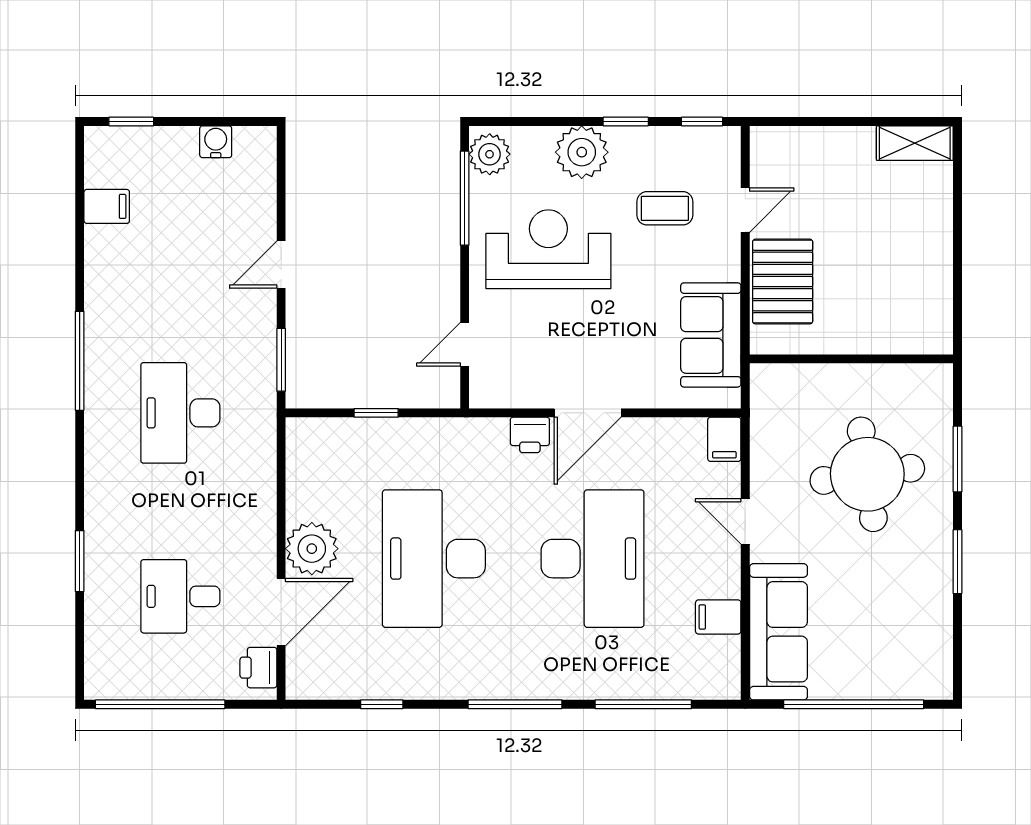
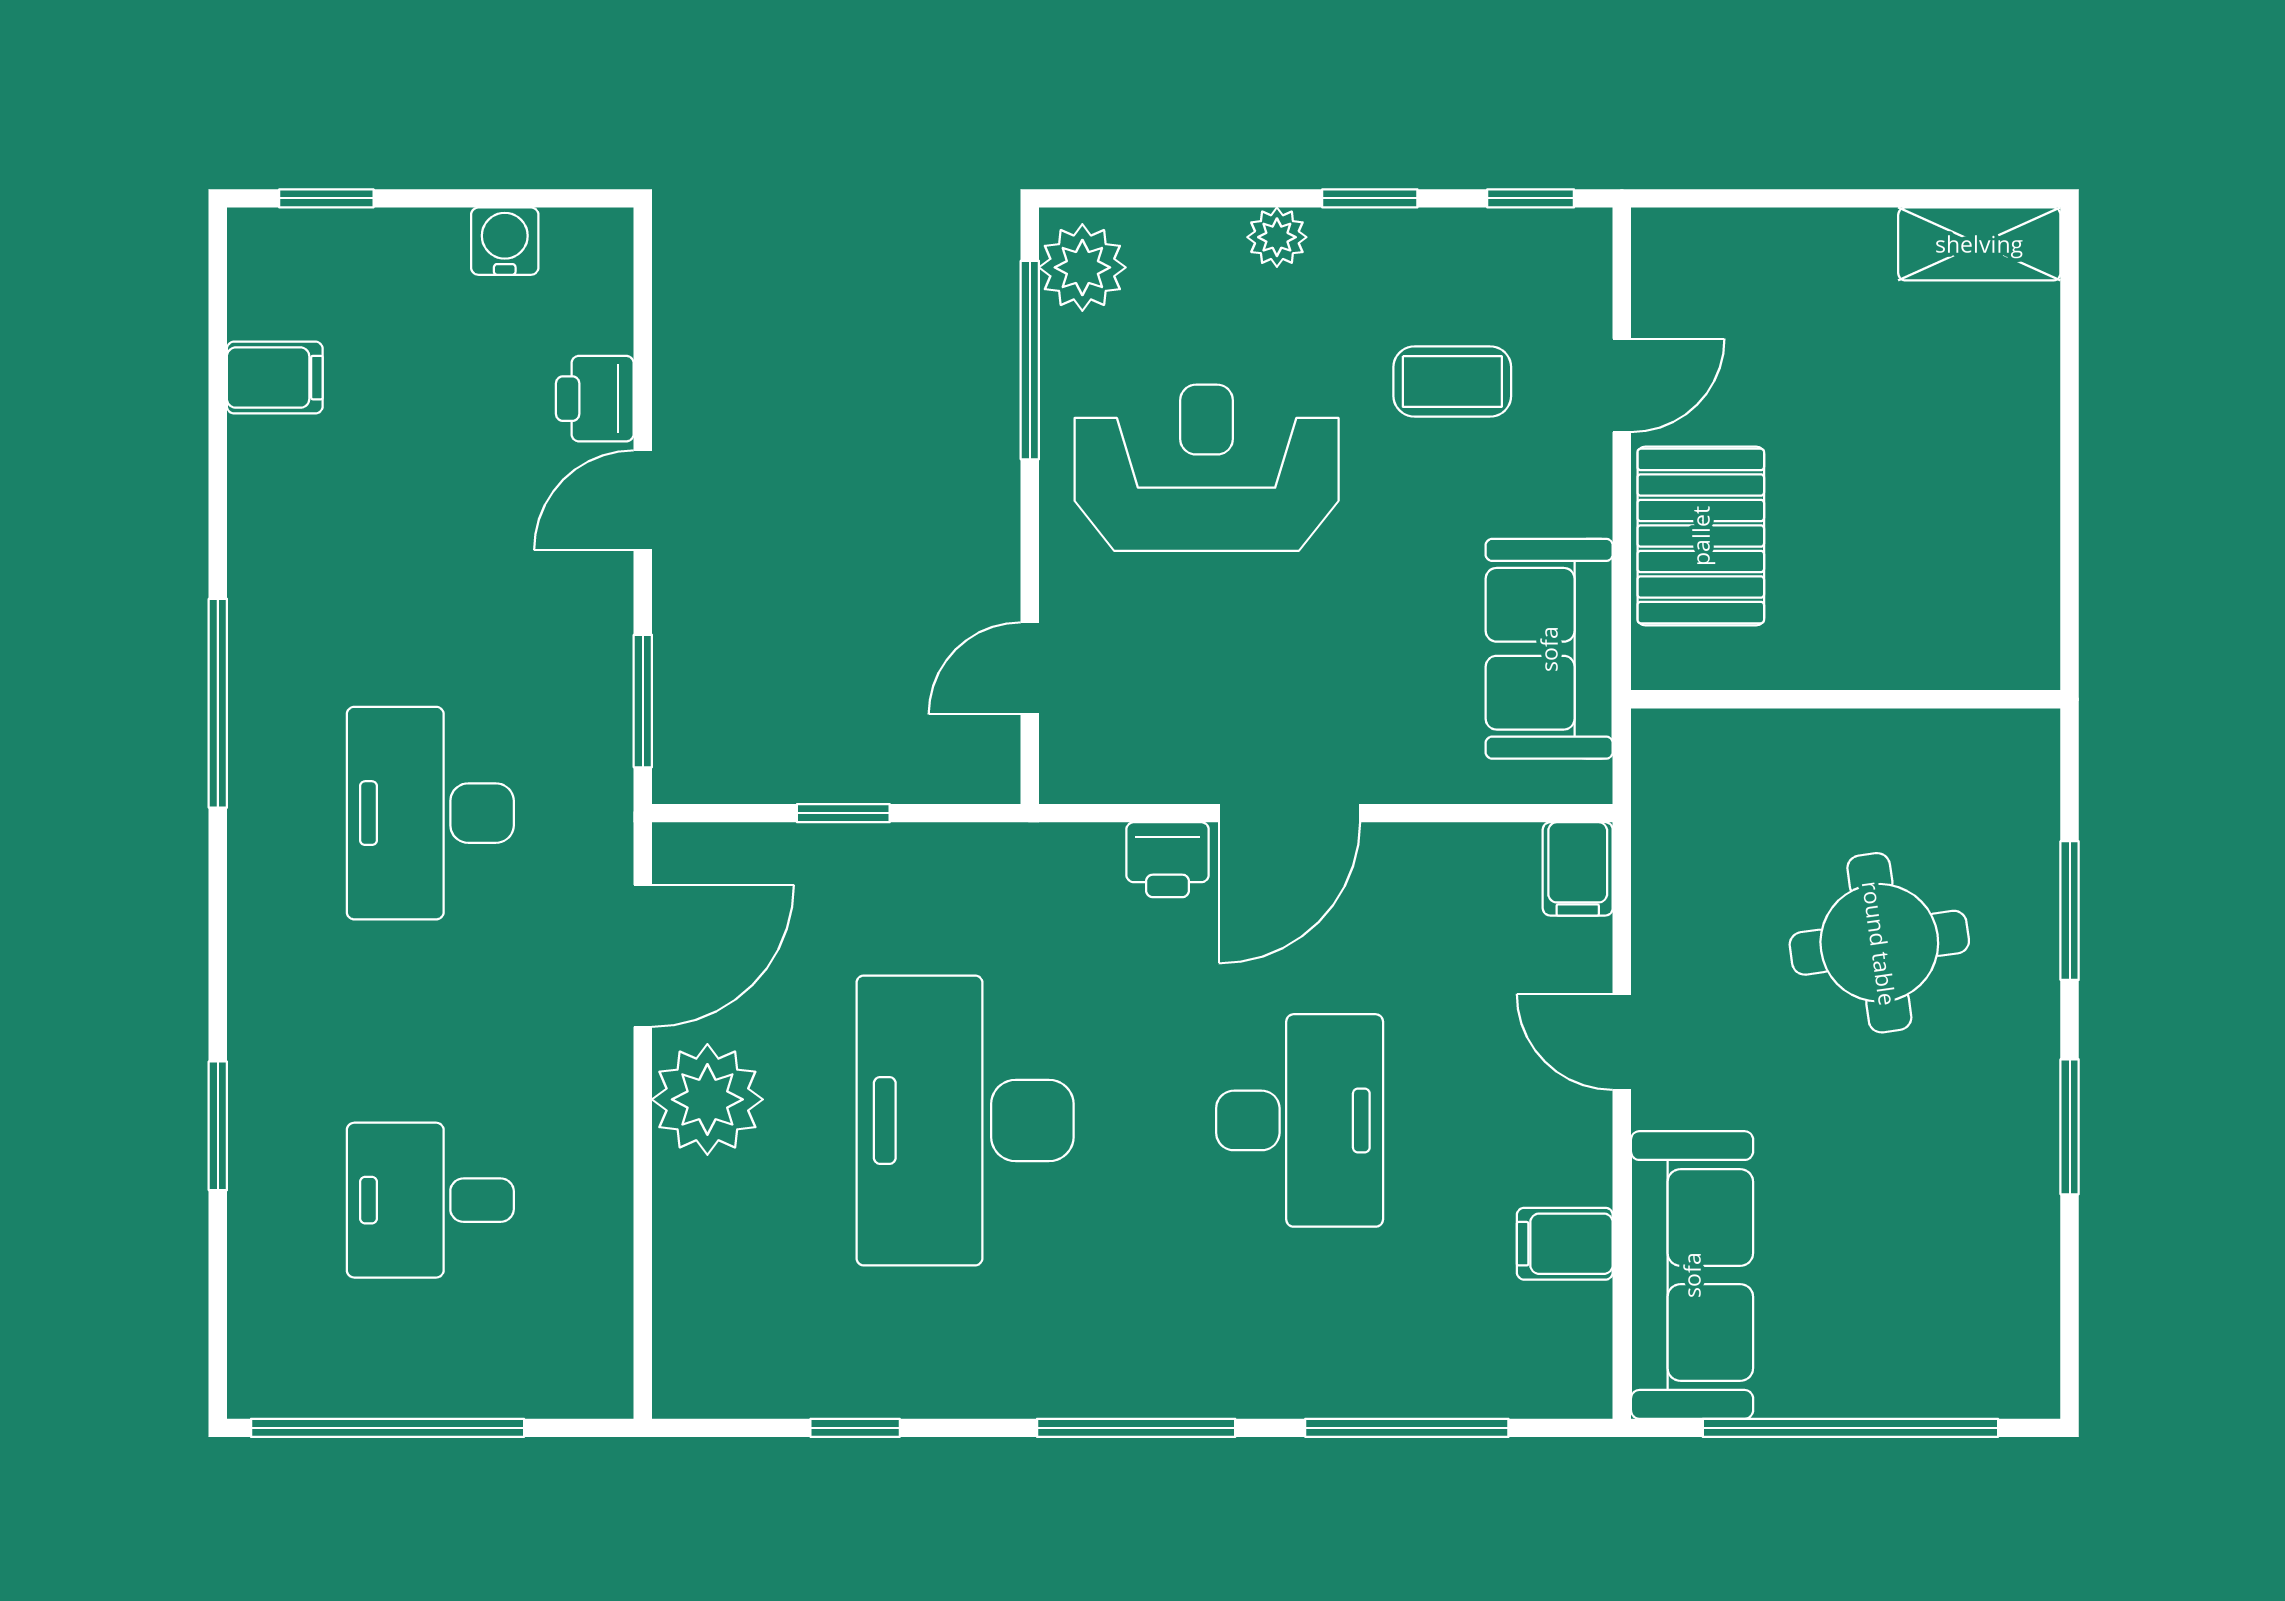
plant: (582, 152) -> (1277, 237), width x0.53, depth x0.53
round table: (867, 474) -> (1879, 943), width x0.73, depth x0.73
desk: (592, 559) -> (1300, 1120), width x0.73, depth x0.77
door: (281, 612) -> (643, 956), moved
printer: (258, 668) -> (595, 399), moved

